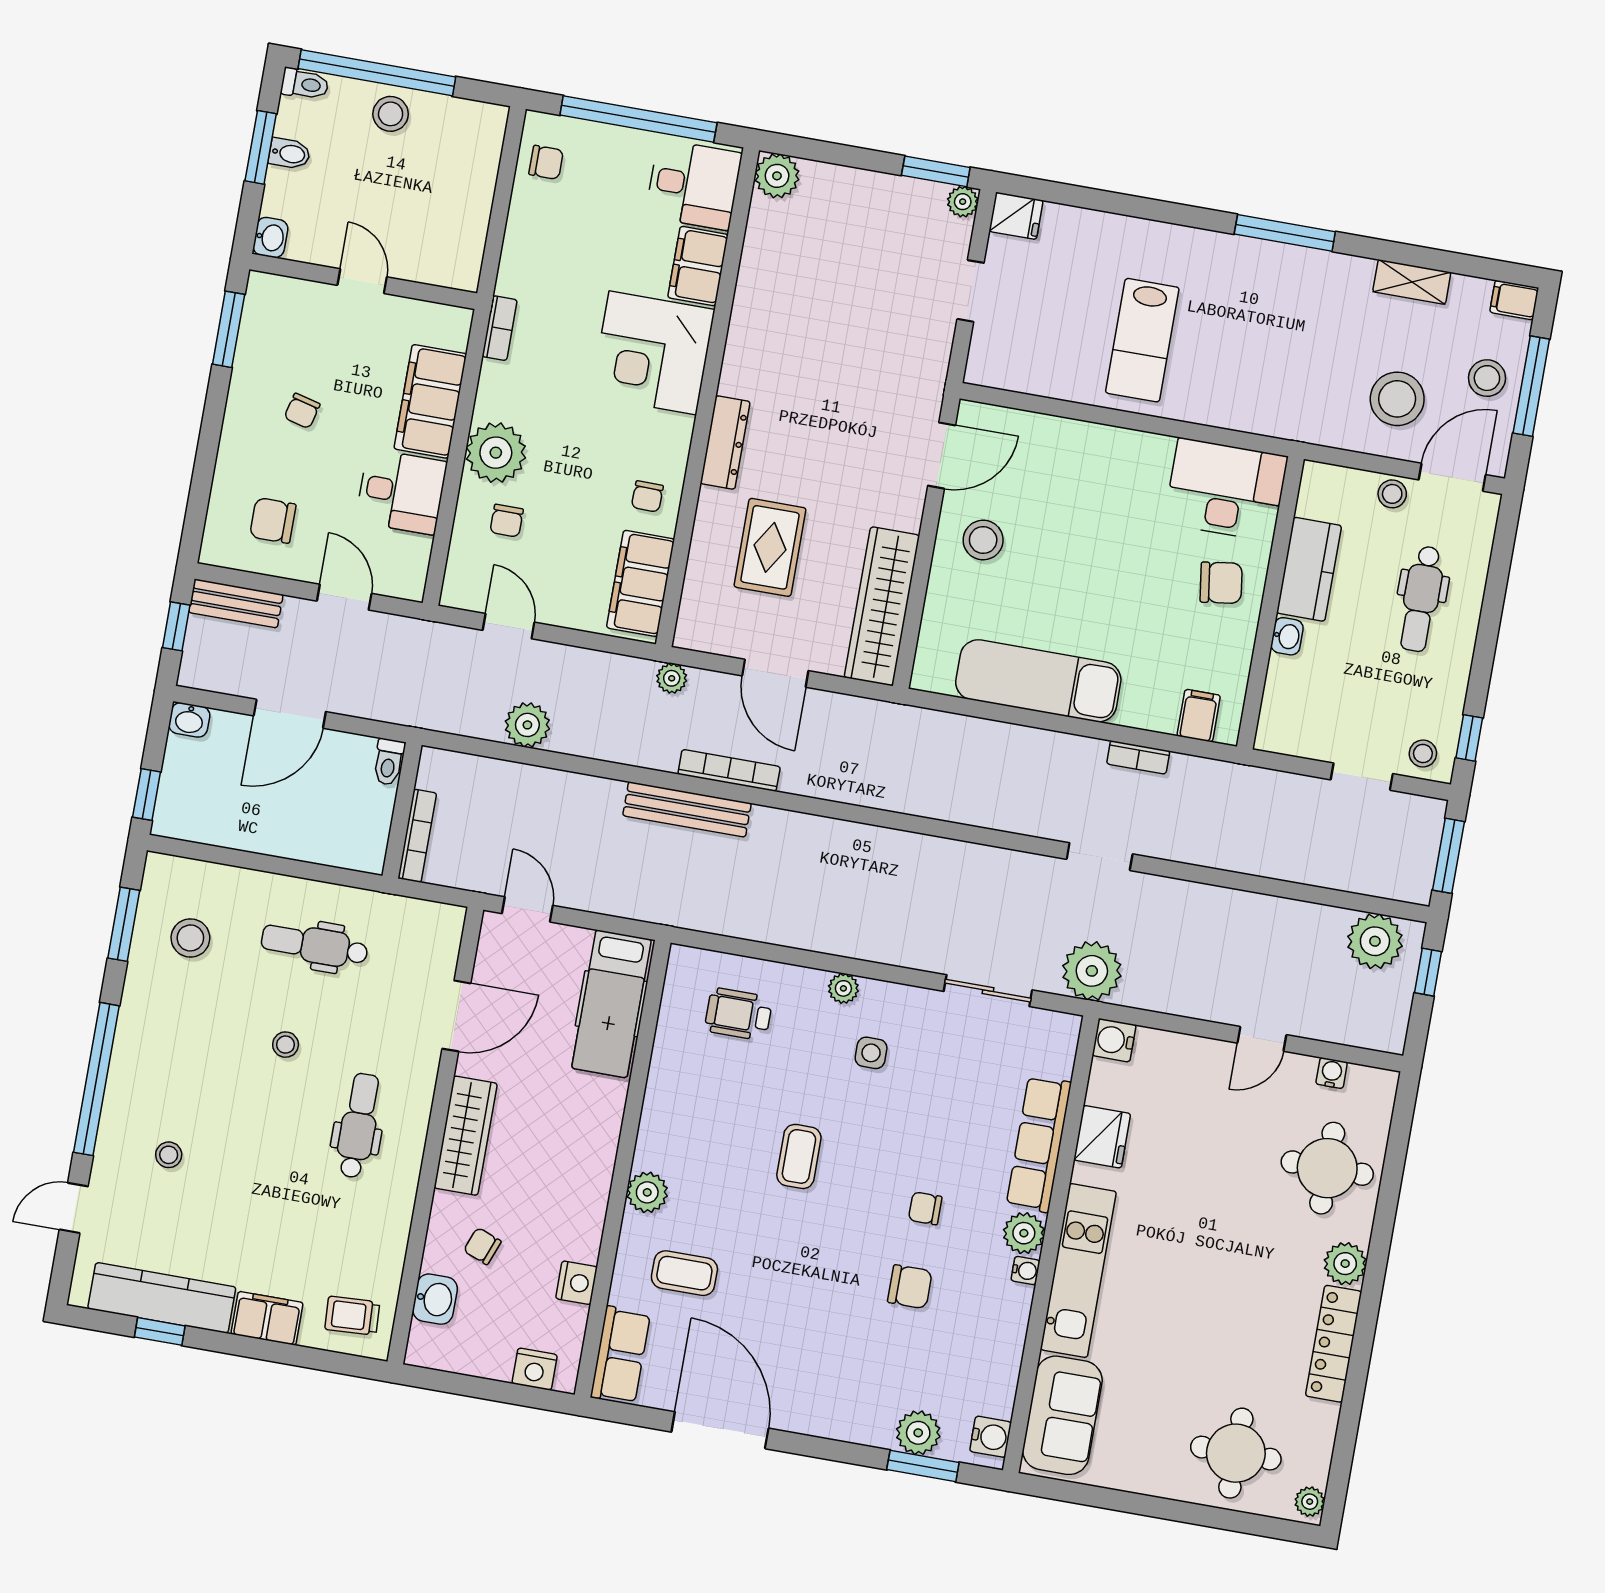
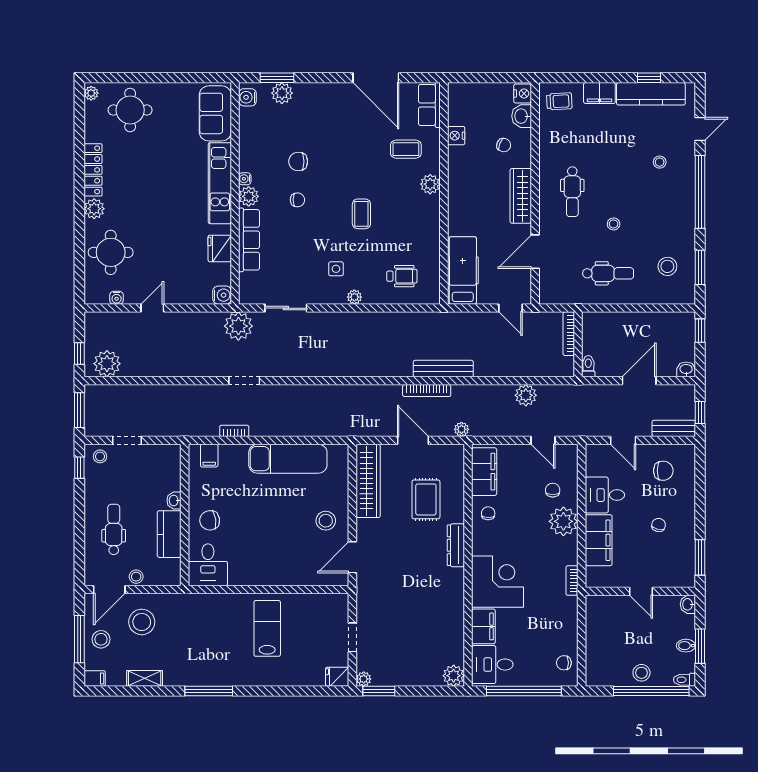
desk: (1226, 490) -> (208, 565), width x0.73
nightstand: (535, 1369) -> (523, 93), moved, turned 90

